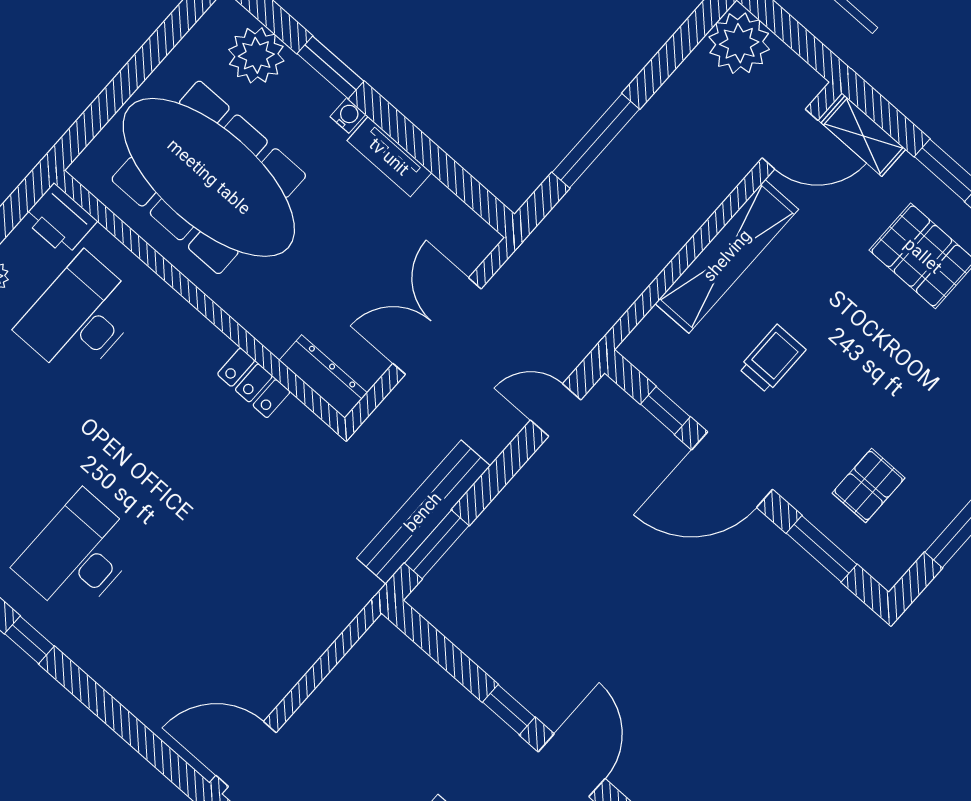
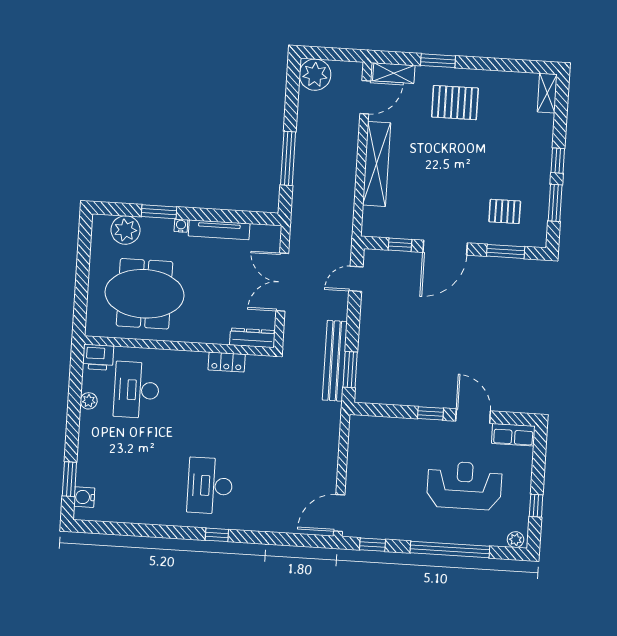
tv unit: (389, 157) -> (219, 230), width x1.41
meeting table: (209, 177) -> (145, 294), width x0.73
trolley: (772, 359) -> (427, 191), removed
pallet: (869, 485) -> (505, 211), turned 90

